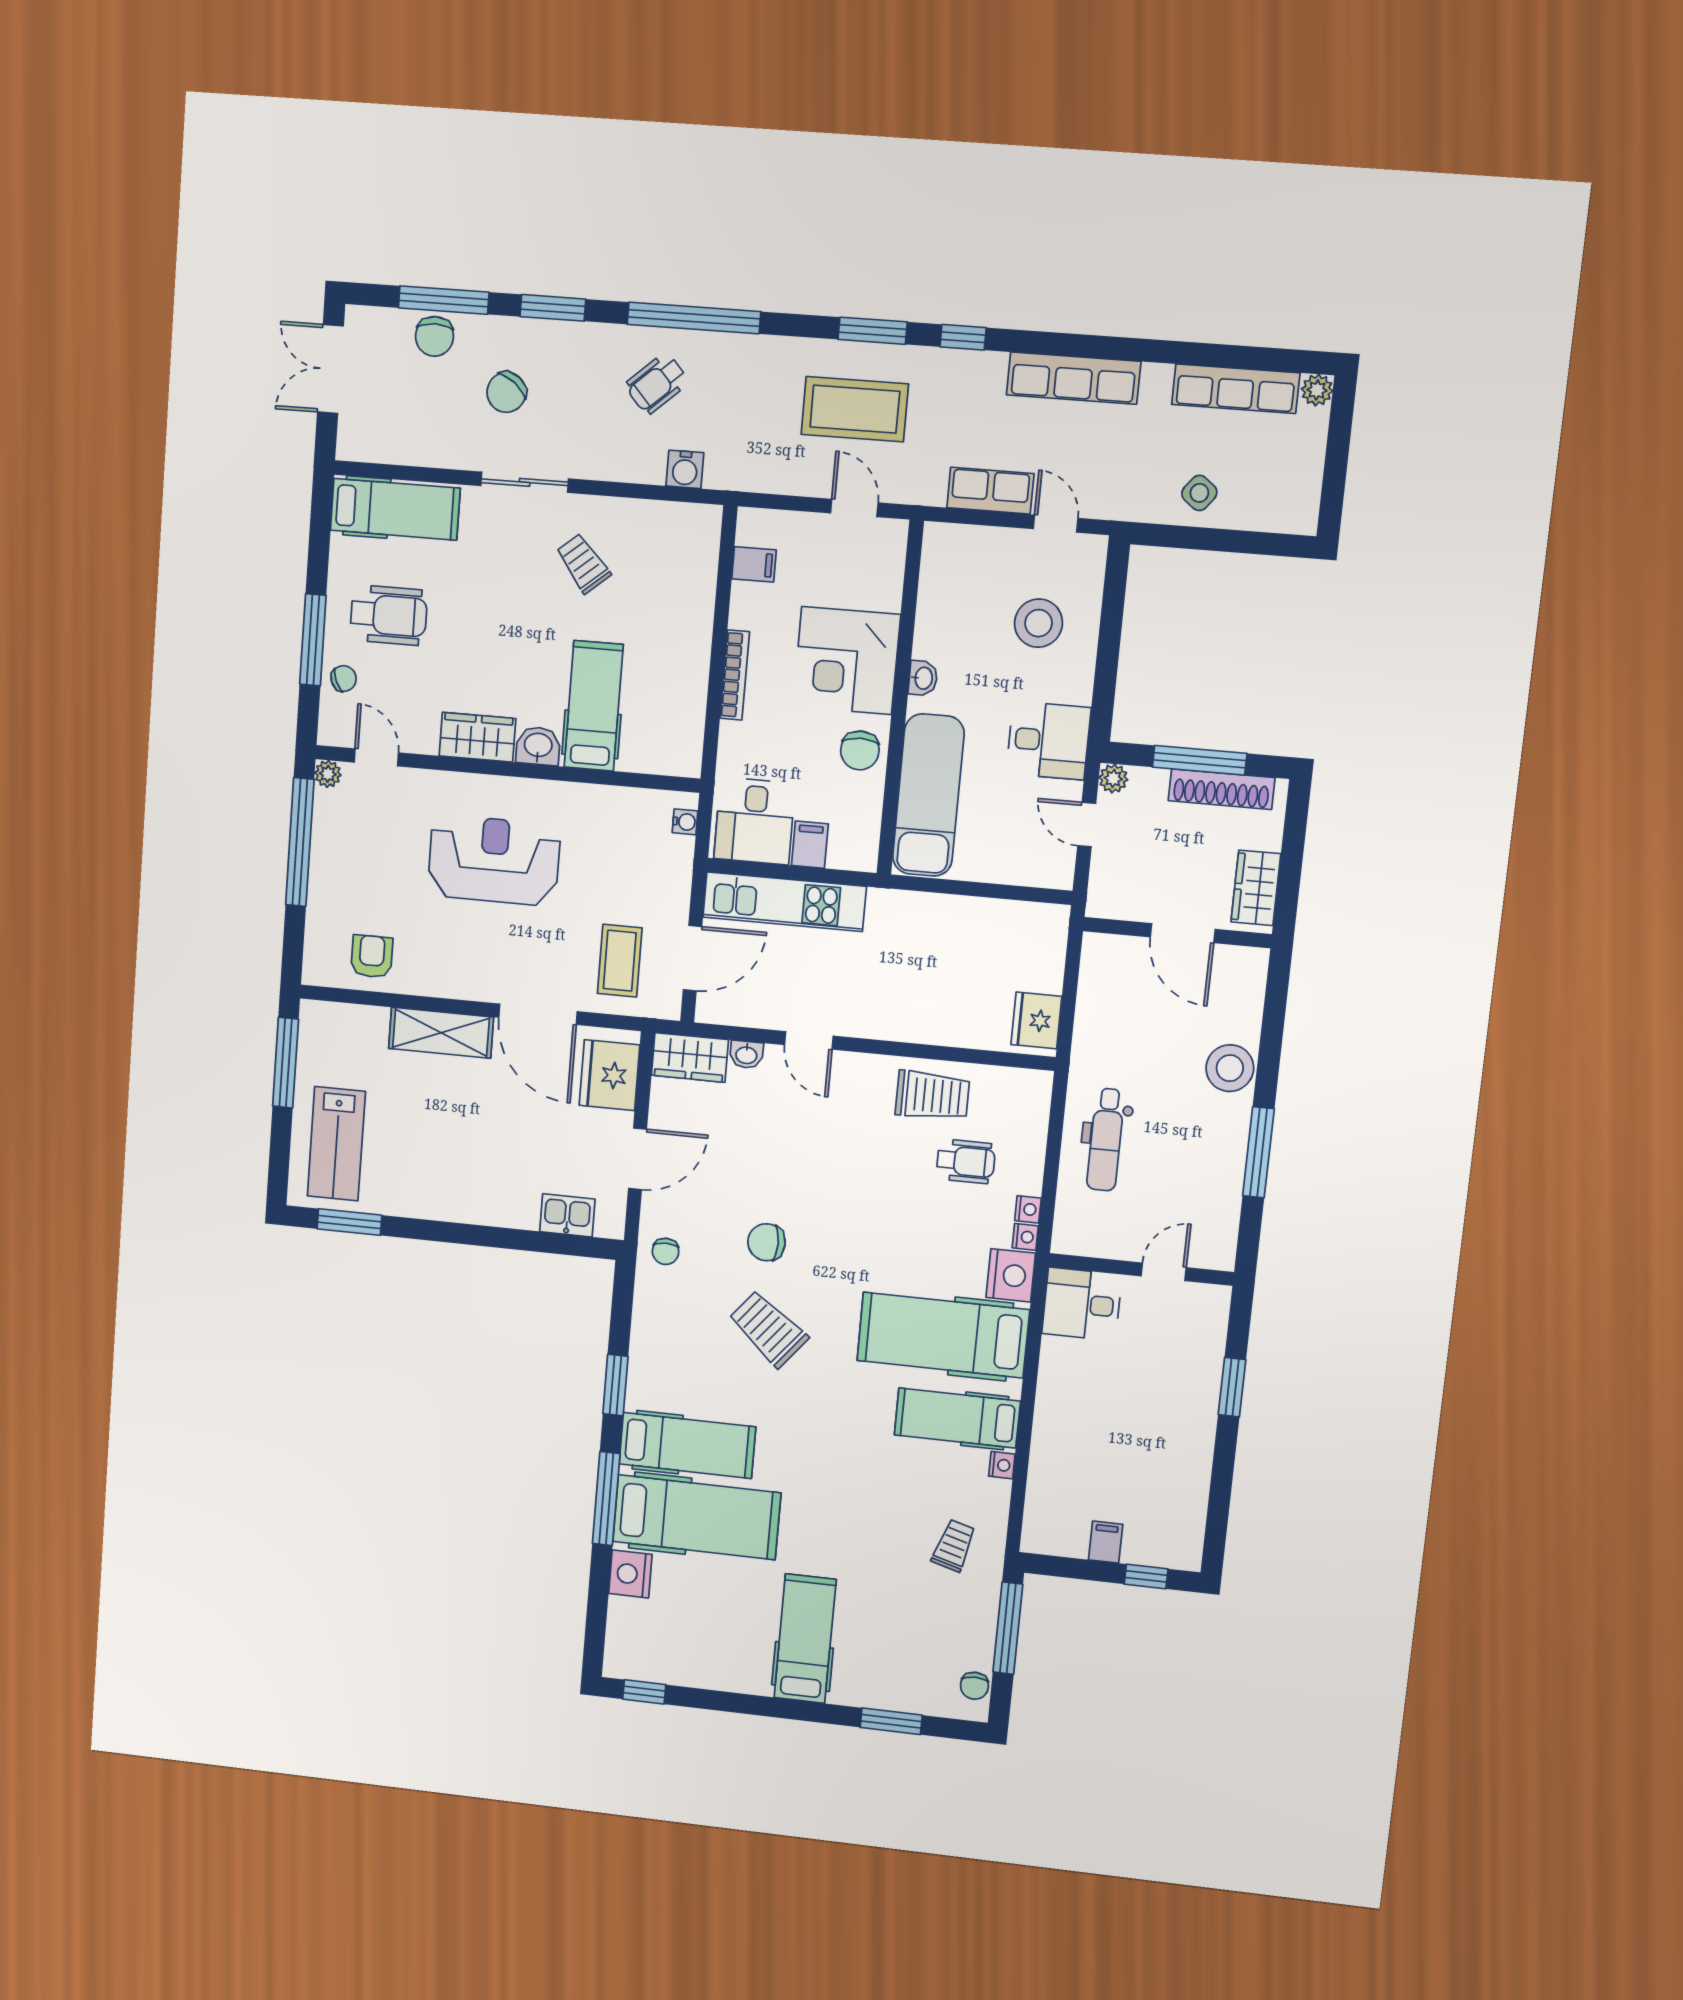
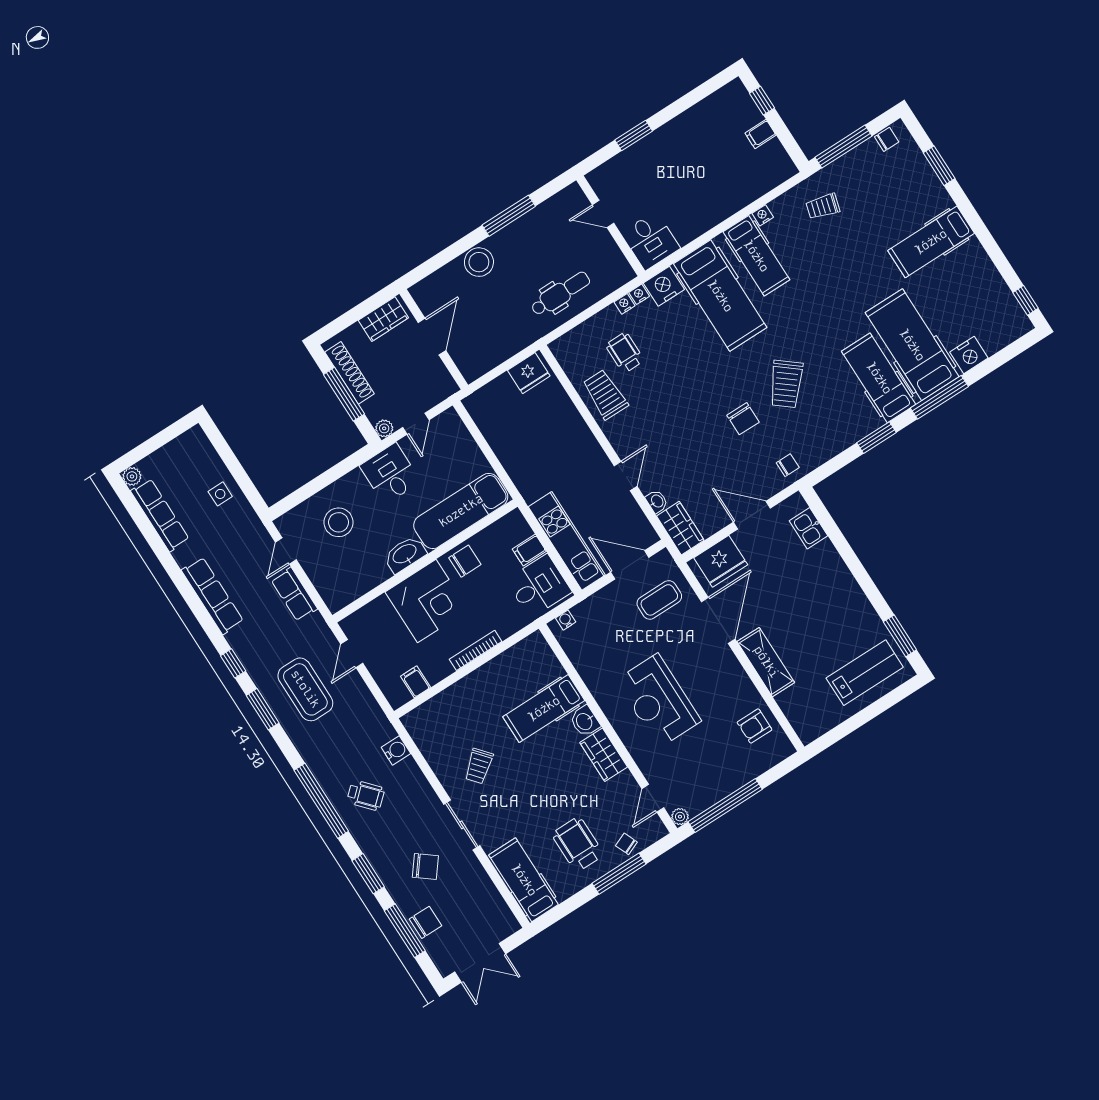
side table: (1199, 493) -> (220, 494), turned -38
washbasin: (923, 678) -> (405, 554), width x1.91, depth x1.45
window: (286, 1063) -> (843, 730), removed

